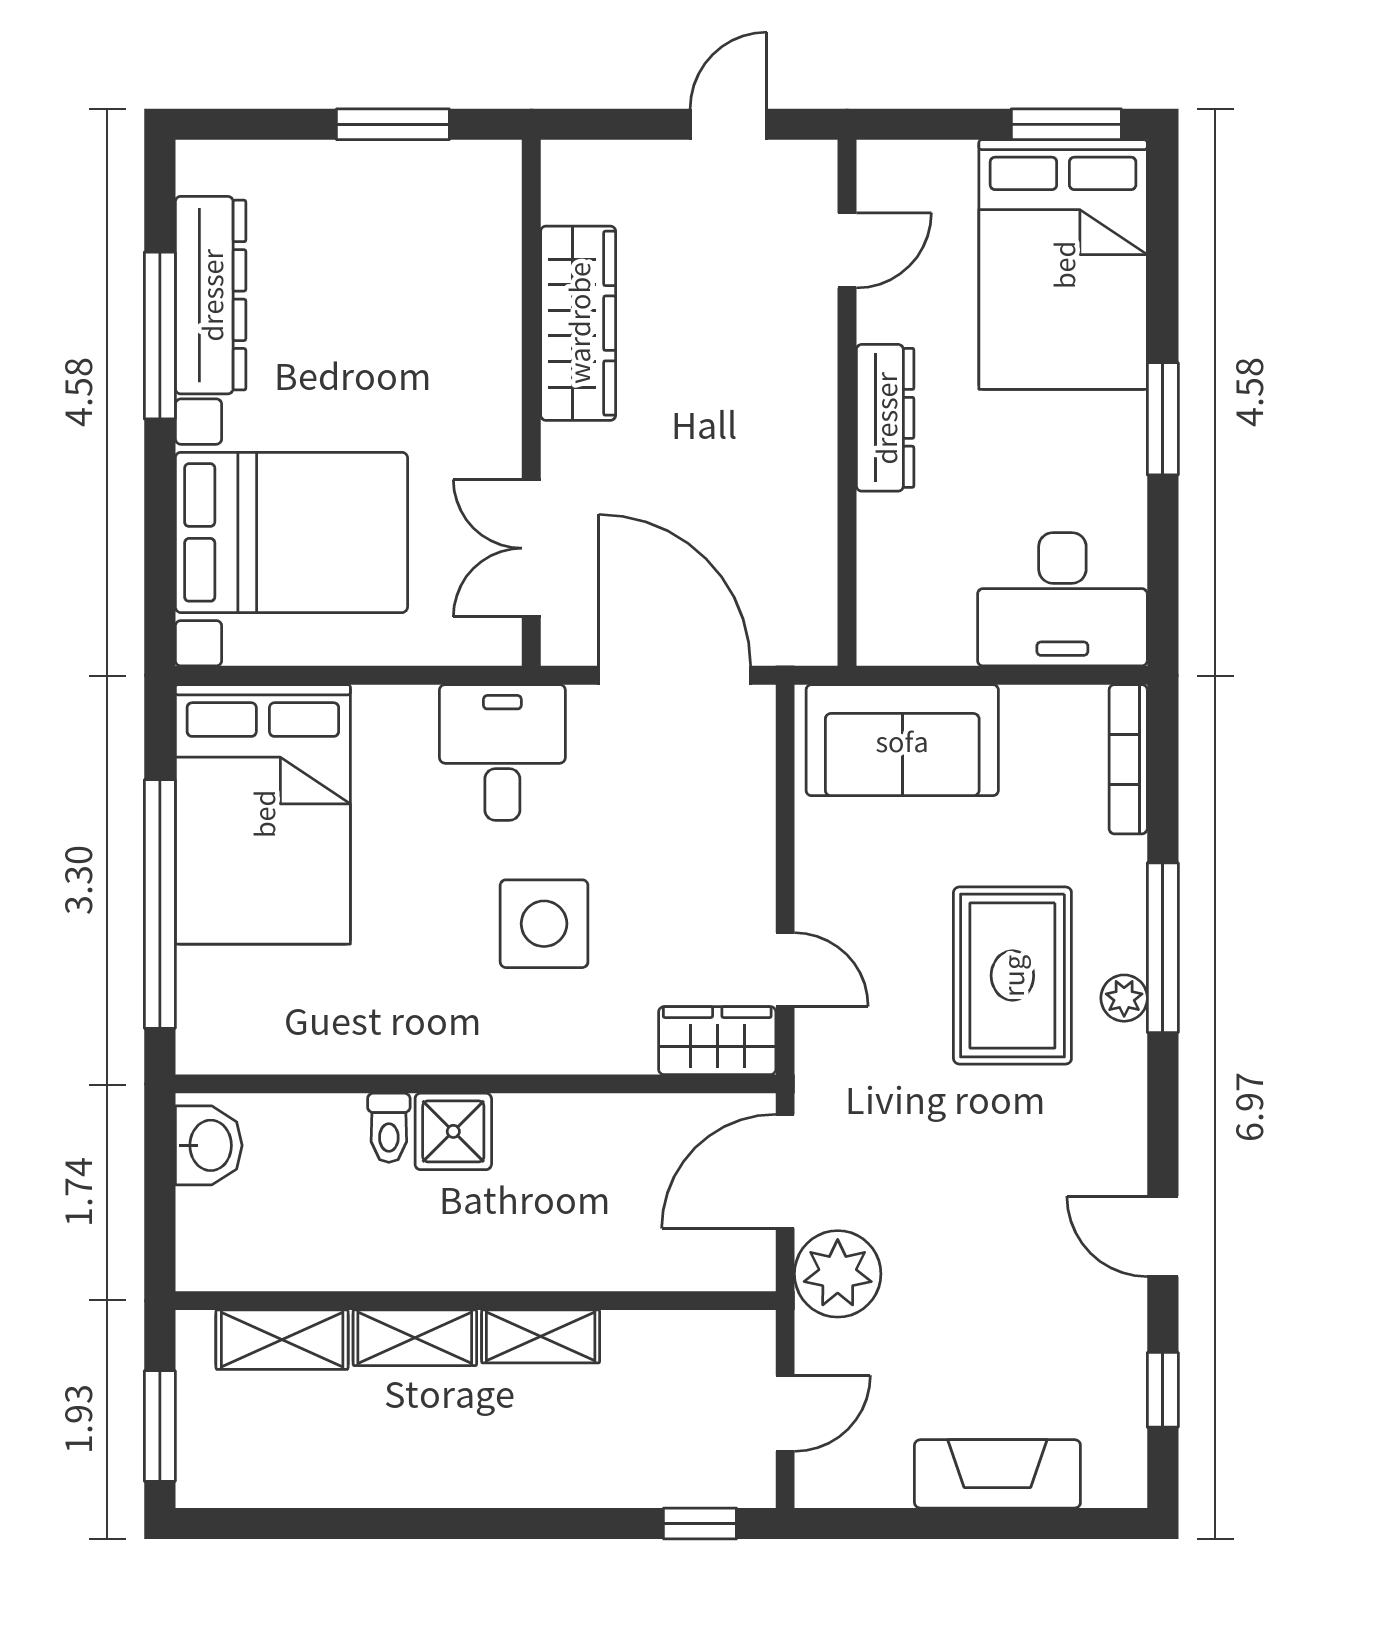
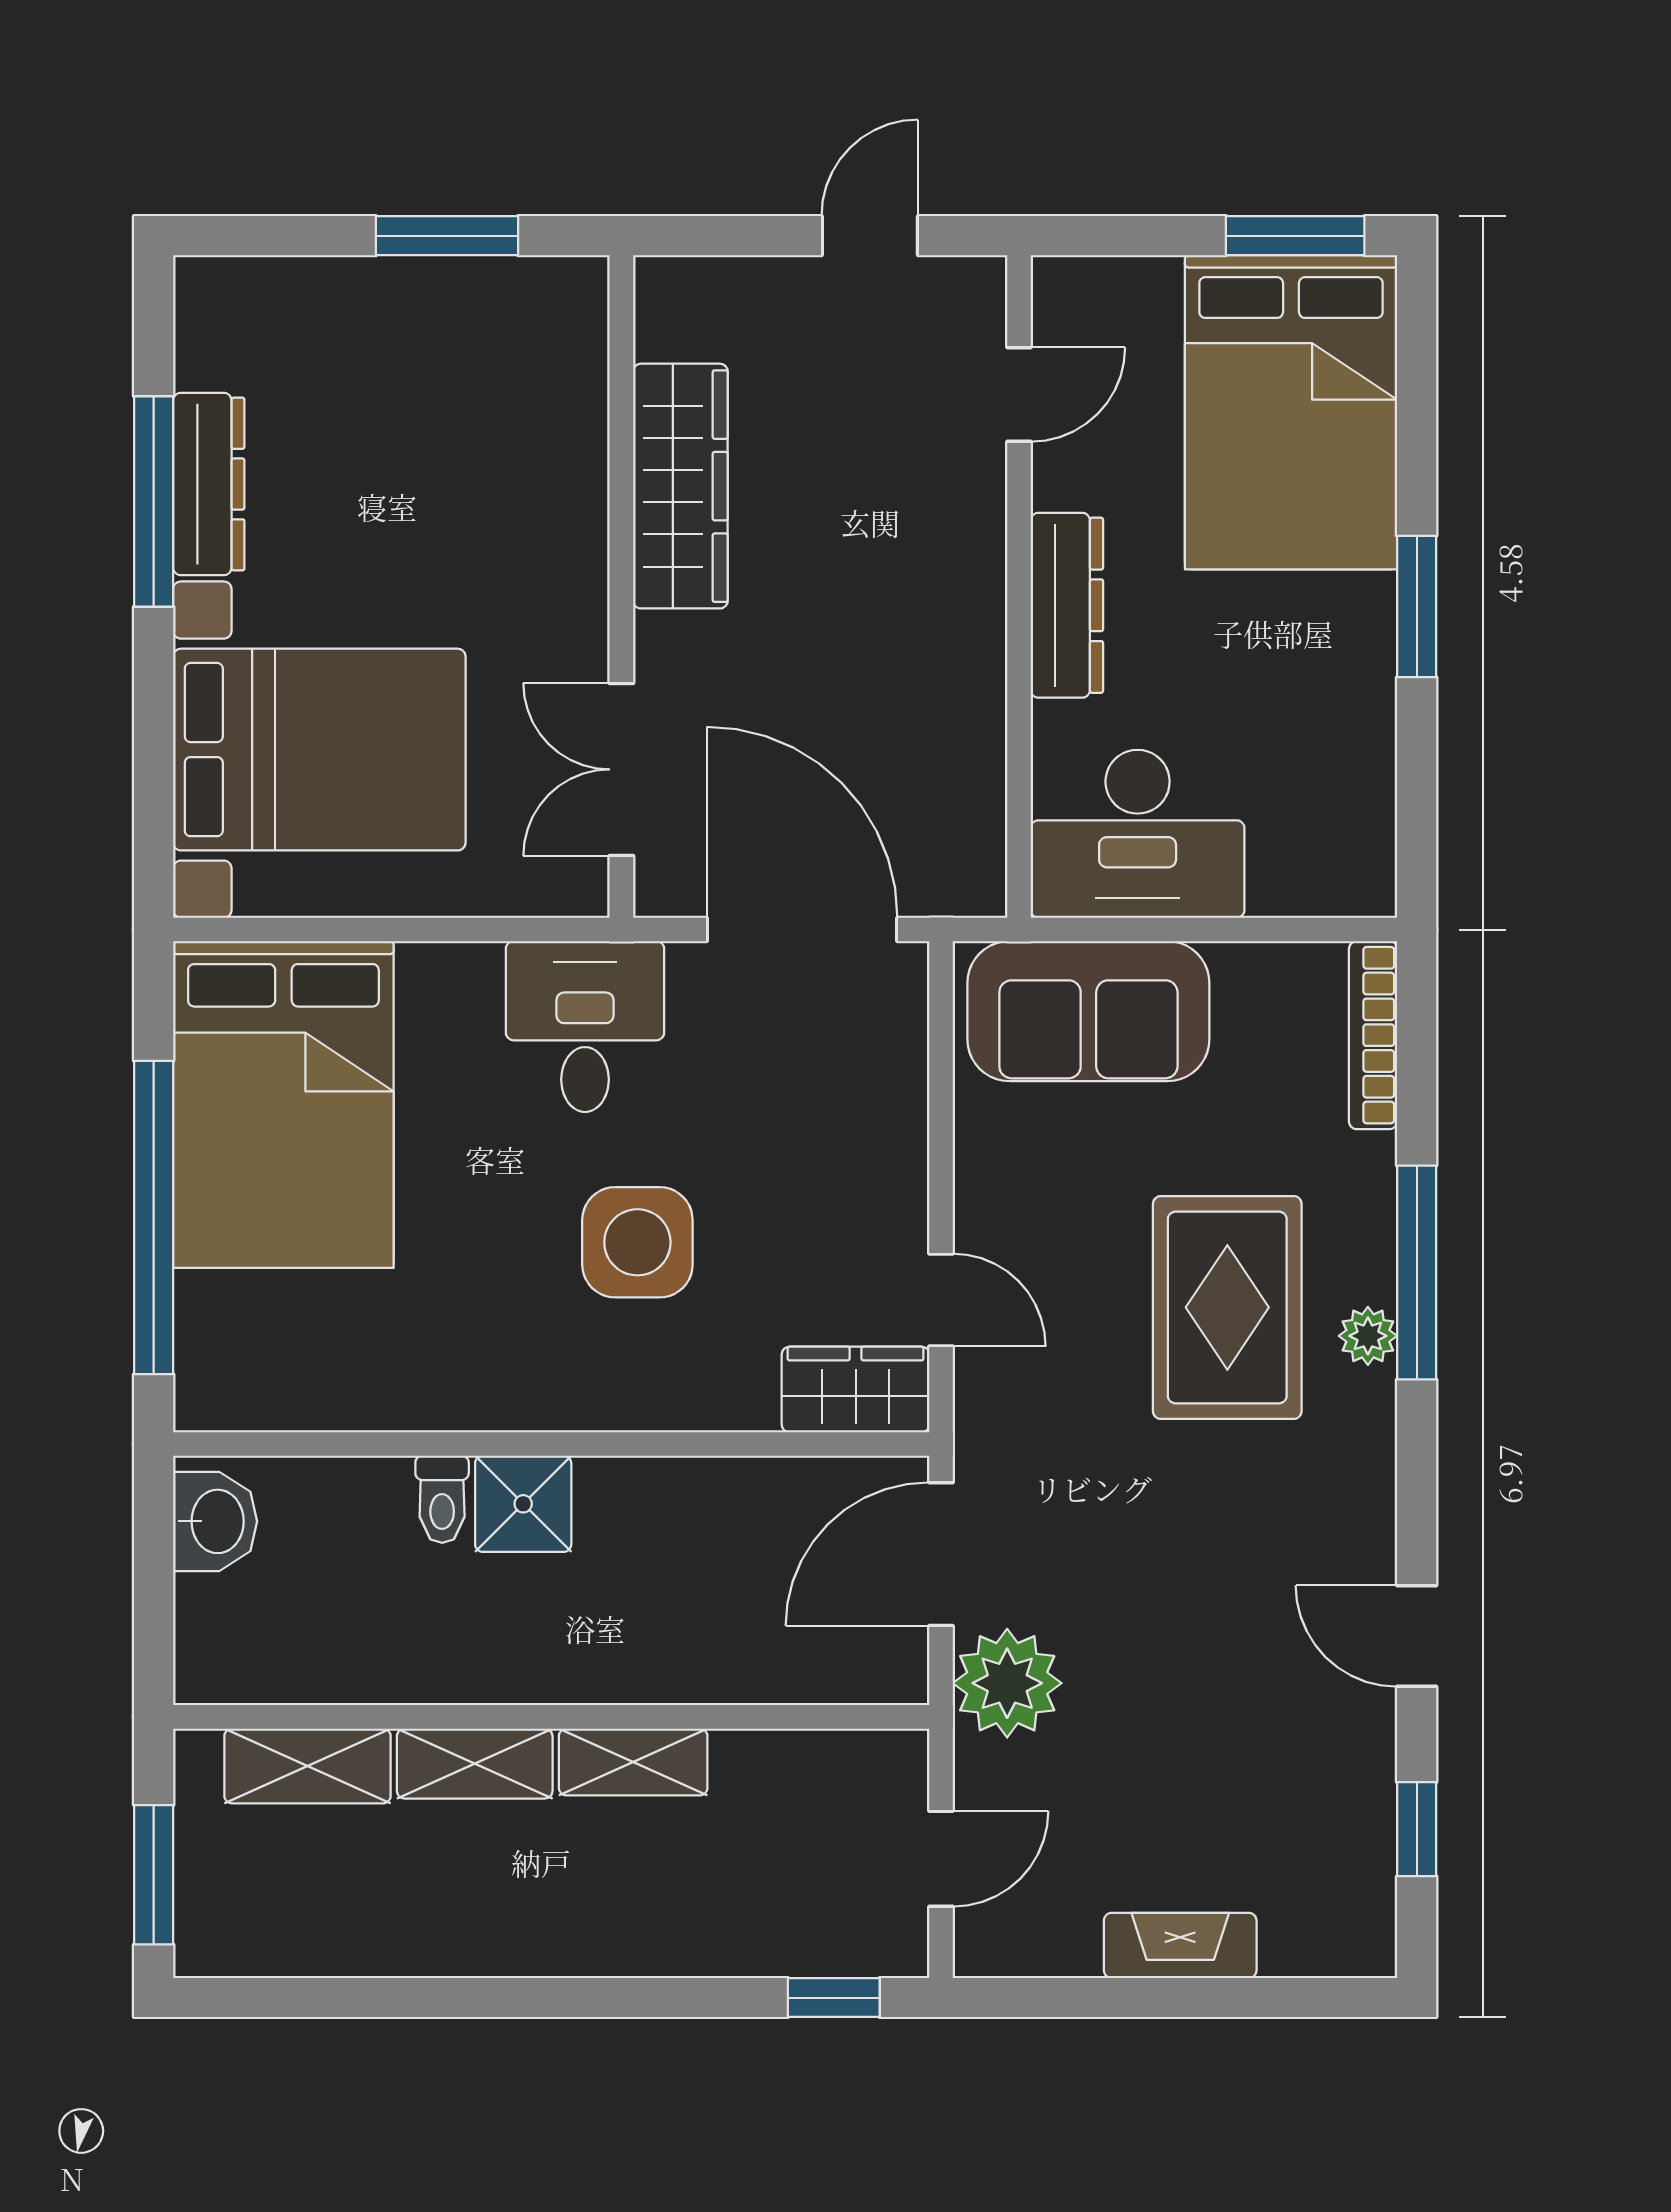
dresser: (211, 295) -> (209, 484), width x0.73, depth x0.80
desk: (1062, 599) -> (1138, 834), moved
fireplace: (997, 1474) -> (1180, 1945), width x0.73, depth x0.76

